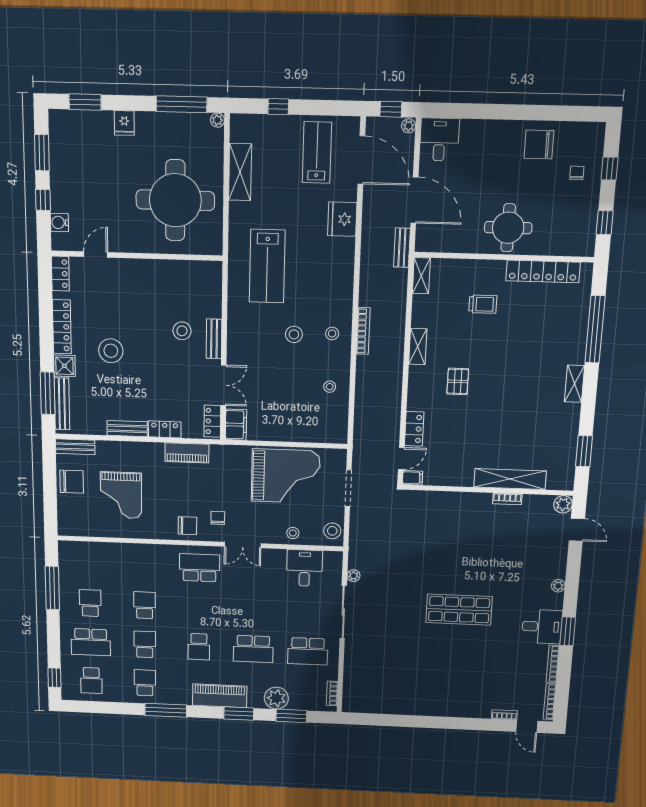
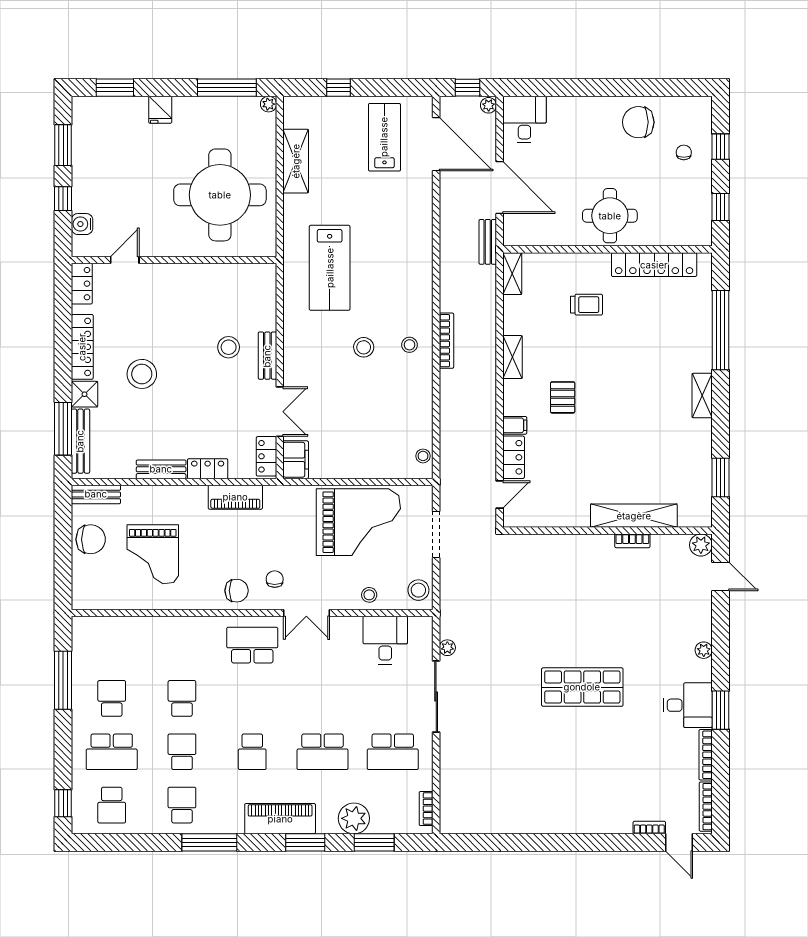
fridge: (342, 219) -> (417, 211), removed
stool: (330, 387) -> (423, 456), moved
filing cabinet: (413, 478) -> (515, 425), moved

